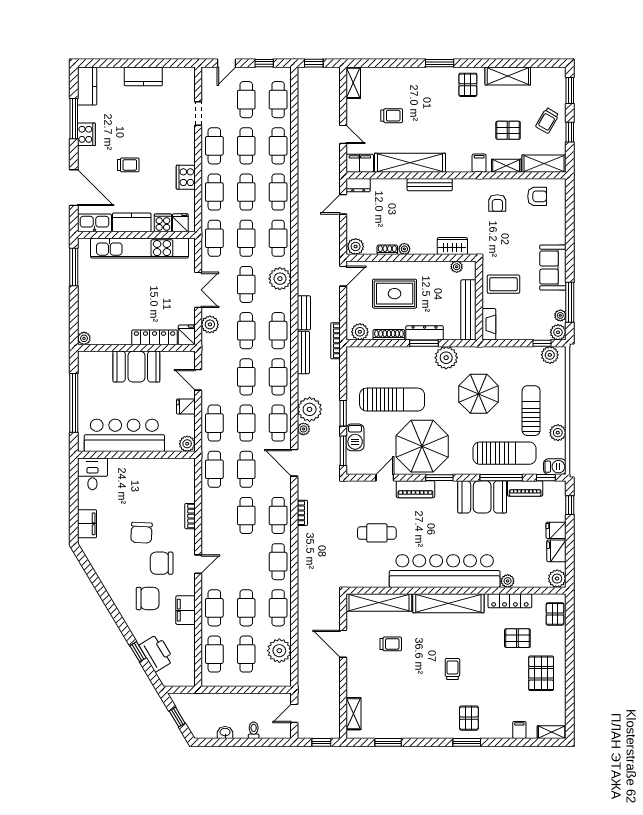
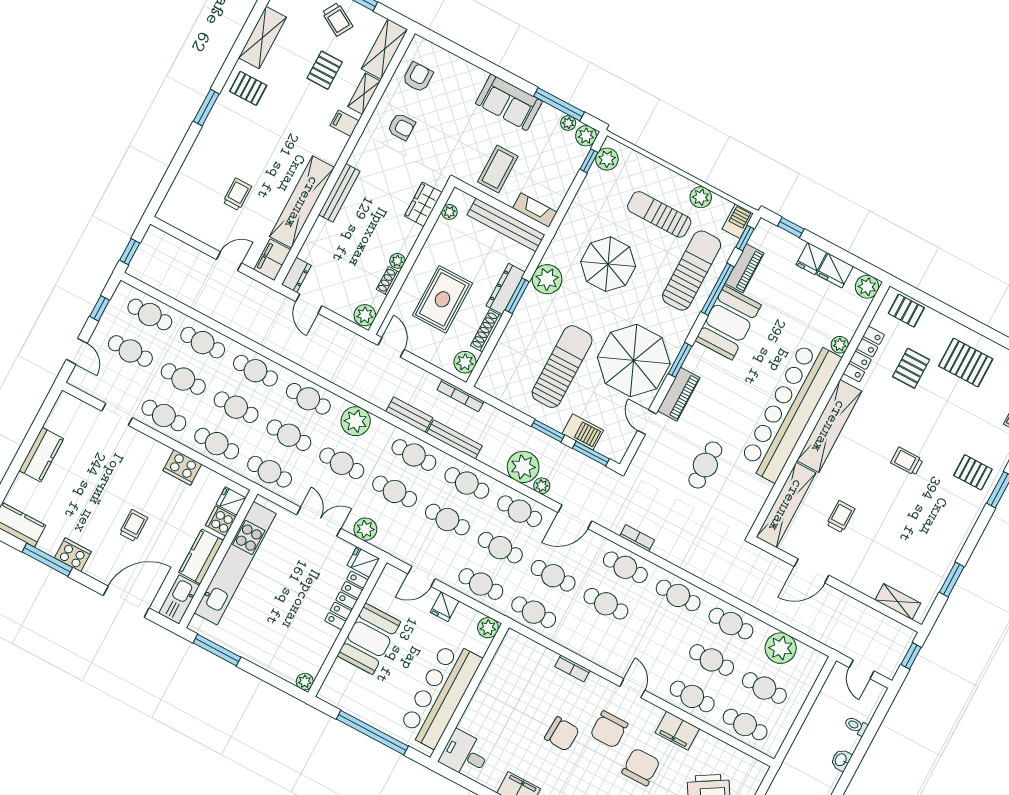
shelving: (353, 83) -> (176, 218), removed

